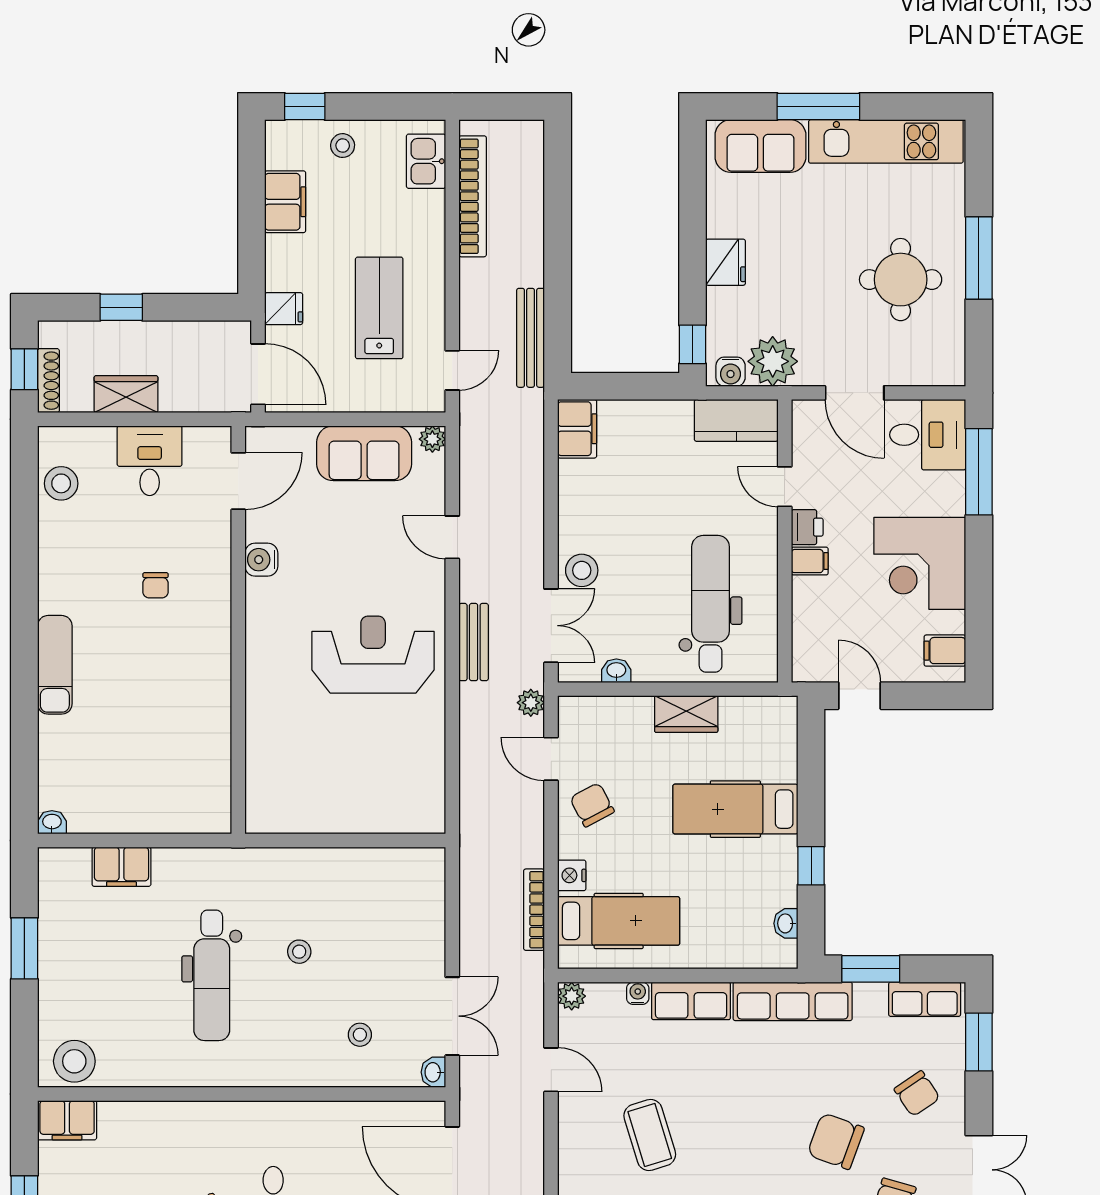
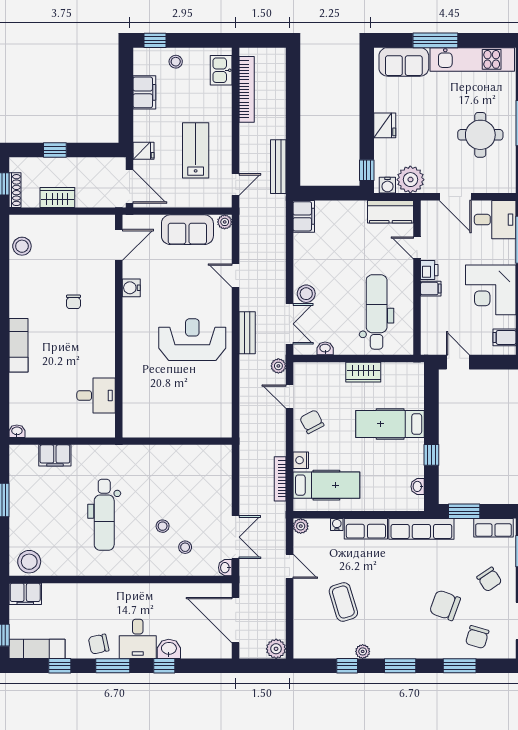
desk: (150, 461) -> (96, 396), moved, turned 90
stool: (299, 952) -> (163, 526), moved

